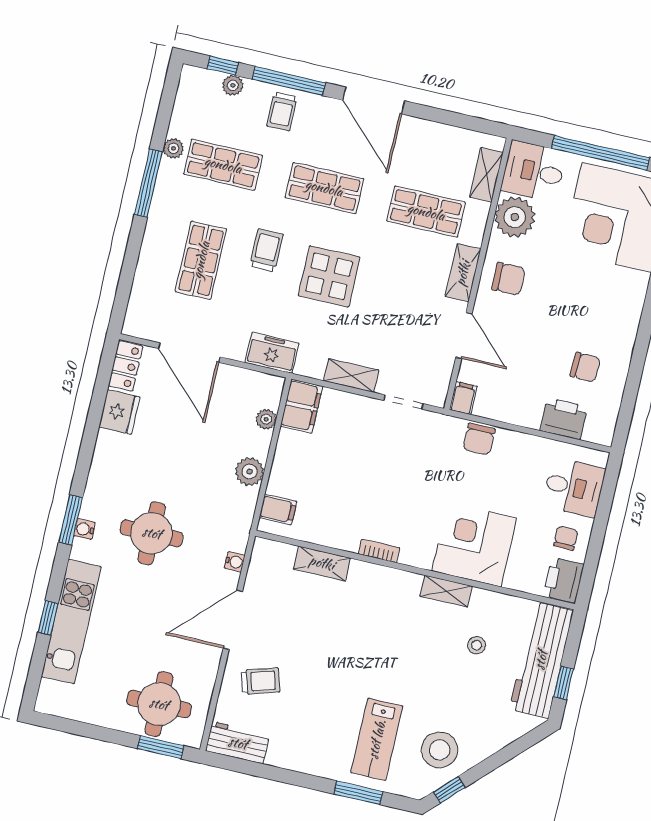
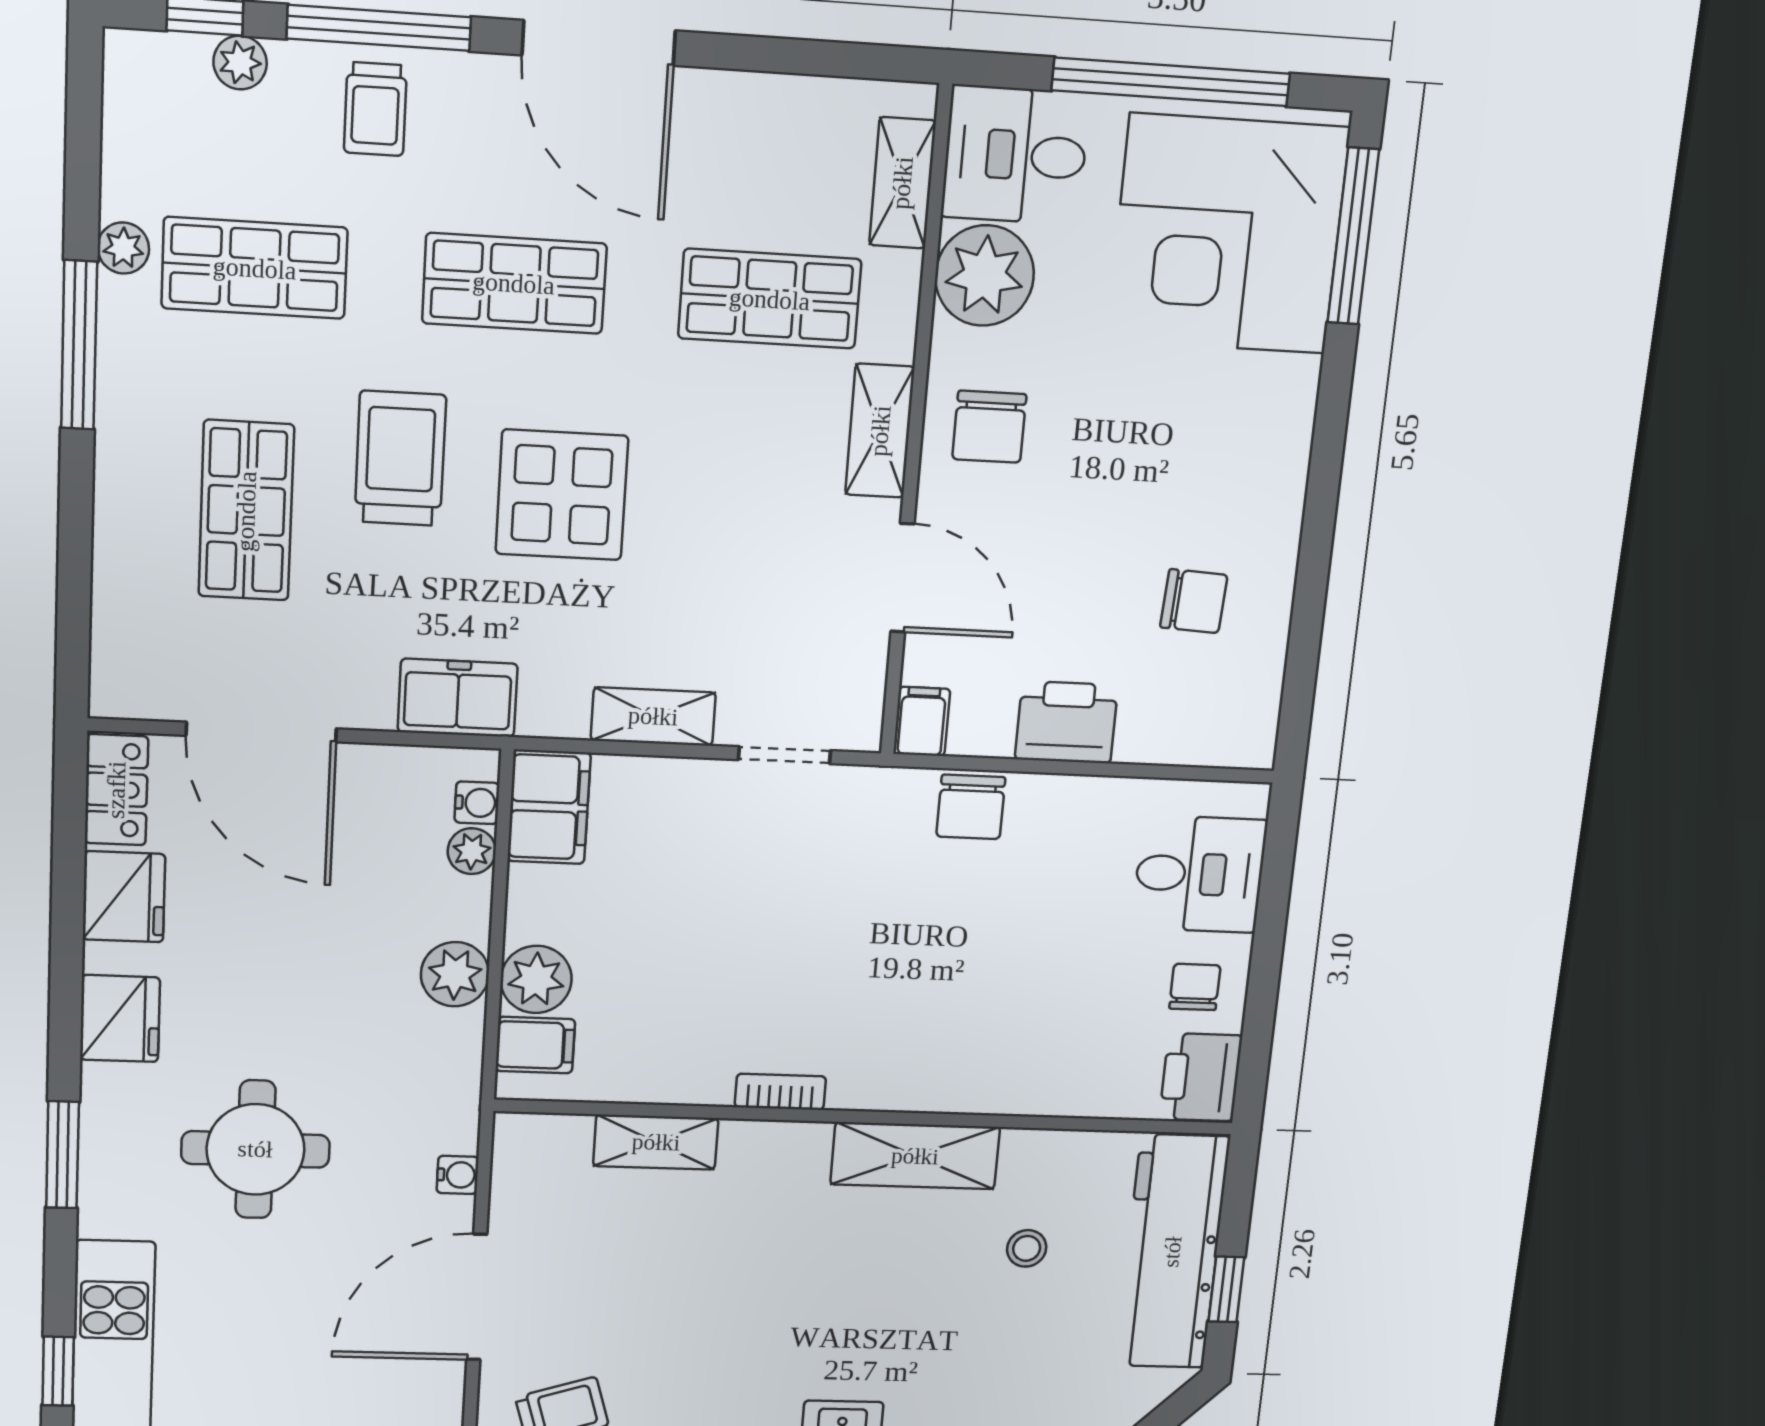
trolley: (266, 250) -> (400, 458), width x1.36, depth x1.39
chair: (508, 279) -> (989, 427), turned 90
printer: (564, 419) -> (1066, 722), moved
fridge: (107, 464) -> (120, 1019), added
plant: (283, 480) -> (536, 979), added
water cooler: (84, 529) -> (477, 803), moved, turned 180
corner desk: (474, 545) -> (992, 1039), removed
shelving: (446, 591) -> (915, 1156), width x1.50, depth x1.33

